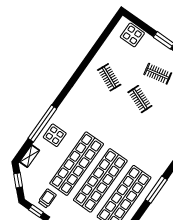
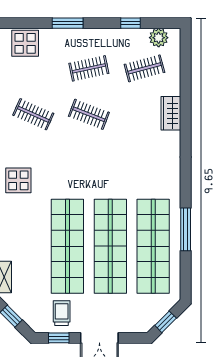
display table: (55, 135) -> (18, 180), moved
window: (156, 190) -> (186, 229), moved

